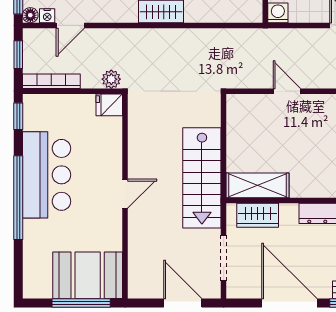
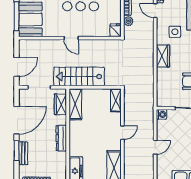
plant: (111, 79) -> (128, 21), moved
door: (287, 91) -> (122, 133), moved
shelving: (249, 104) -> (116, 100), added

